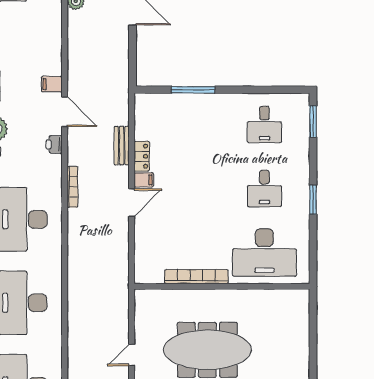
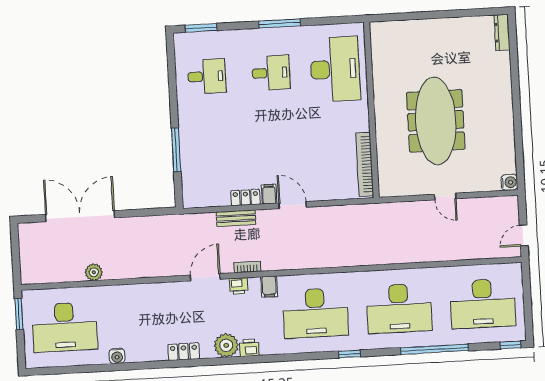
filing cabinet: (52, 84) -> (269, 287), moved
bookcase: (72, 187) -> (247, 267), moved, width x0.64
window: (313, 200) -> (279, 23), width x1.44
bookcase: (196, 277) -> (365, 164), moved

